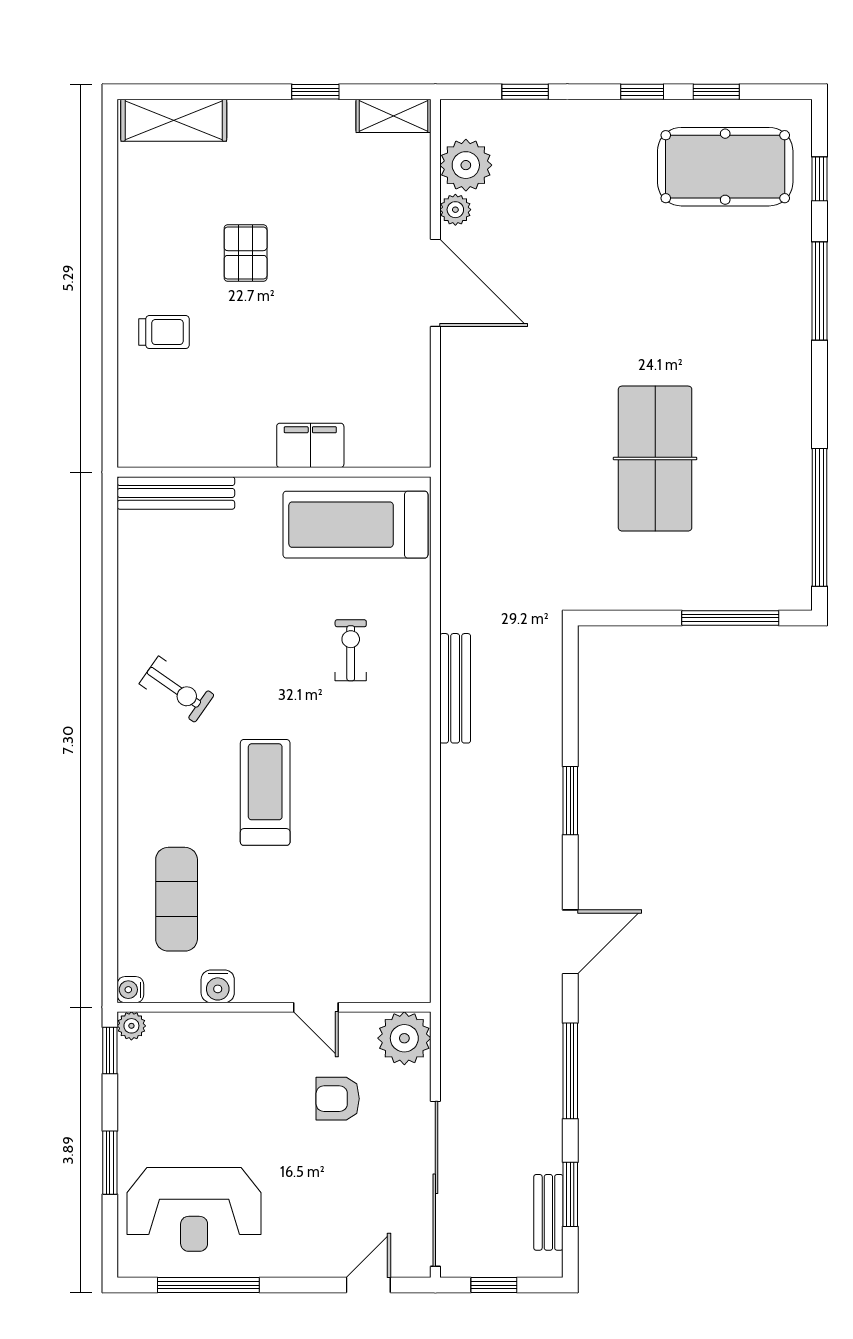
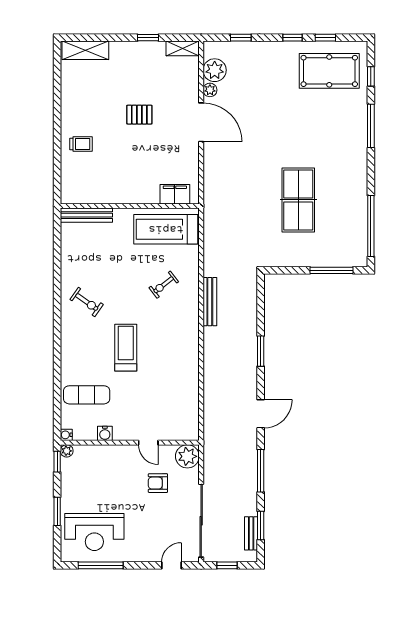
pallet: (246, 253) -> (139, 115), moved, turned 90
filing cabinet: (310, 445) -> (175, 194), moved
exercise bike: (351, 650) -> (164, 285), turned -128
exercise mat: (177, 899) -> (87, 395), turned 90

